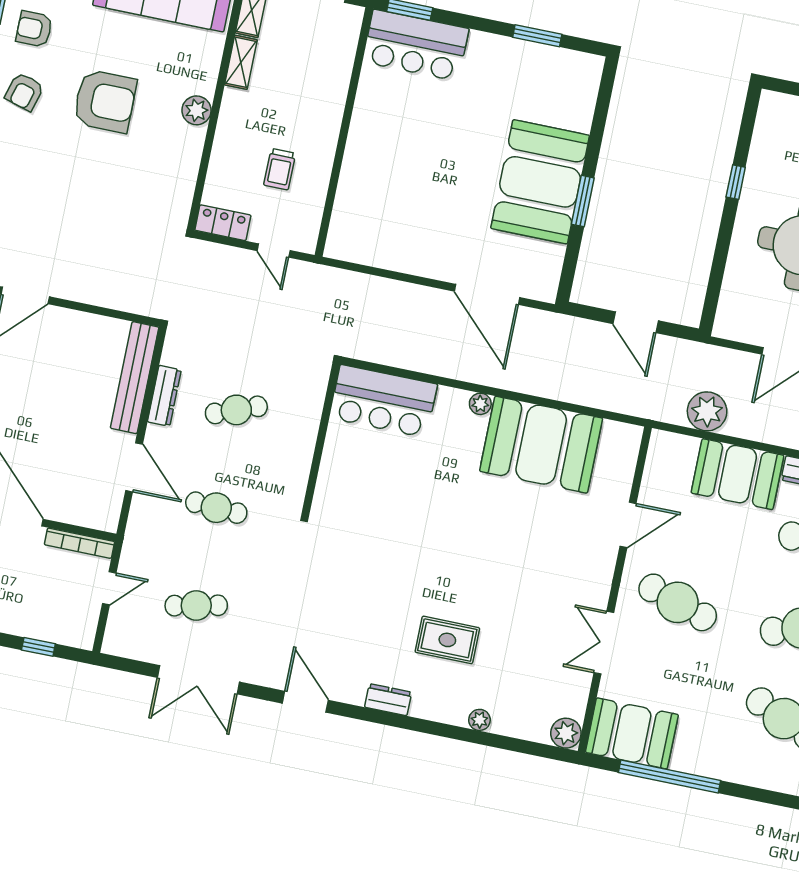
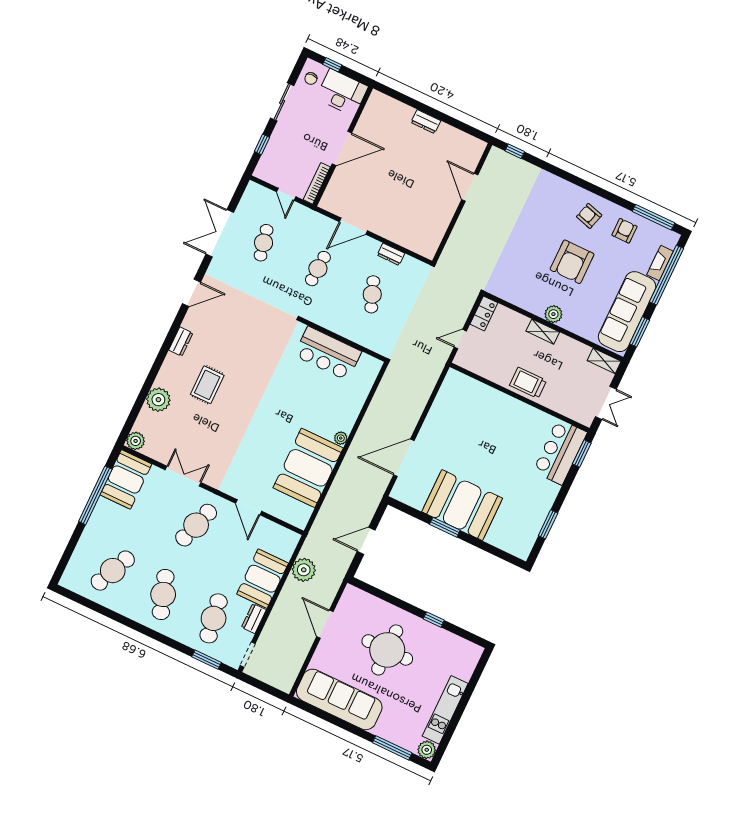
shelving: (241, 62) -> (543, 332), moved
trolley: (280, 169) -> (528, 383), moved, width x1.36, depth x1.39
bench: (135, 378) -> (406, 239), removed
dresser: (164, 396) -> (391, 254), width x0.70
bar counter: (383, 401) -> (328, 353), moved, turned -90
plant: (479, 720) -> (158, 400), width x1.88, depth x1.88

